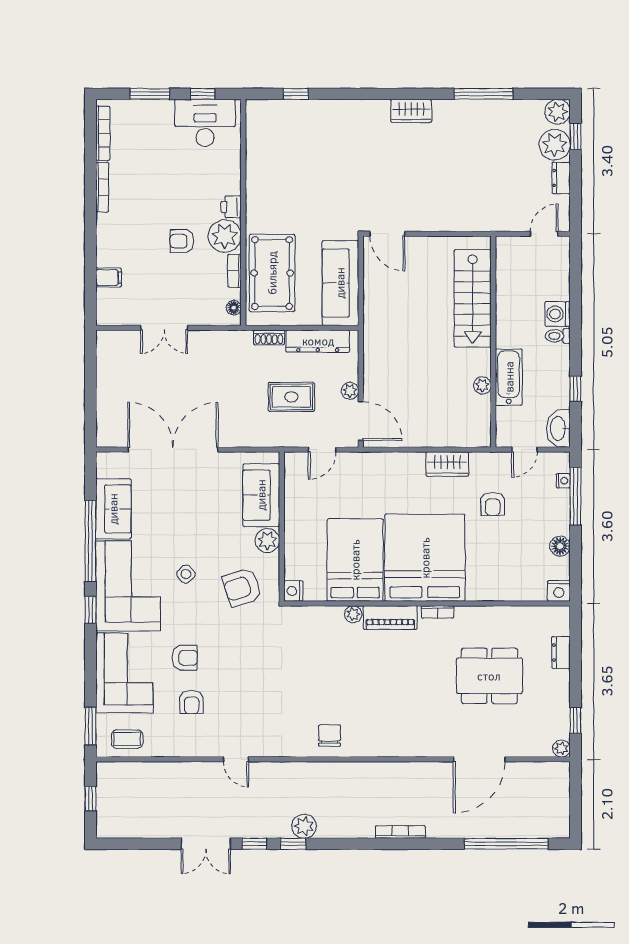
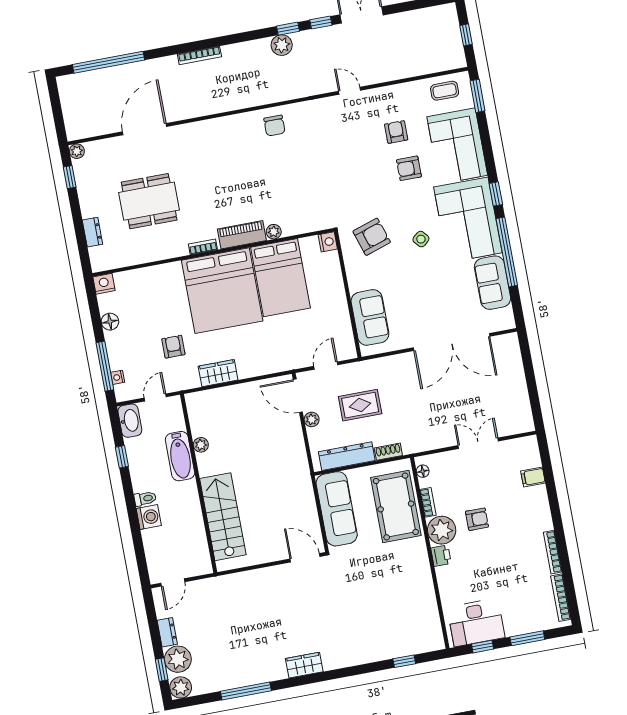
plant: (267, 541) -> (358, 280), removed

